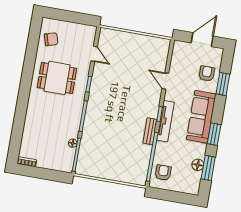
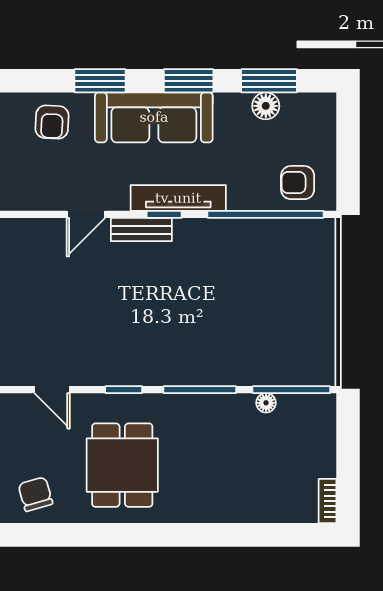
door: (94, 54) -> (52, 390), swing flipped
armchair: (207, 74) -> (52, 122), turned -87
window: (223, 84) -> (100, 81), moved
bench: (150, 131) -> (141, 230), moved

